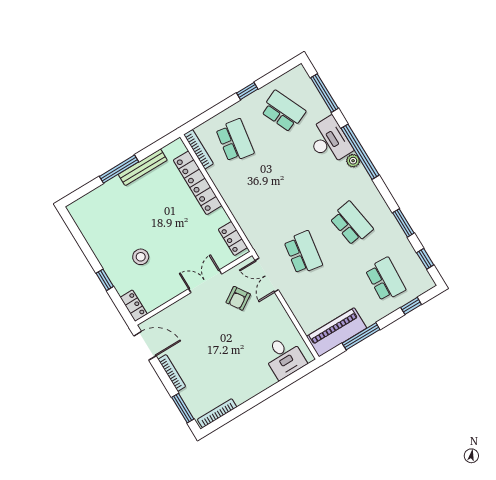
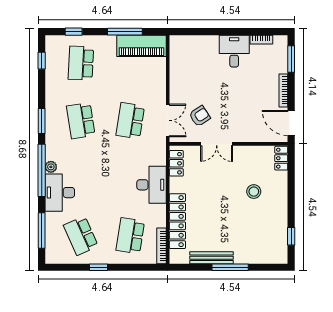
desk: (244, 203) -> (151, 185), added
window: (403, 223) -> (42, 121), moved
window: (105, 280) -> (291, 236), moved
desk: (284, 357) -> (234, 51), moved
bookcase: (217, 413) -> (261, 40), width x0.64

